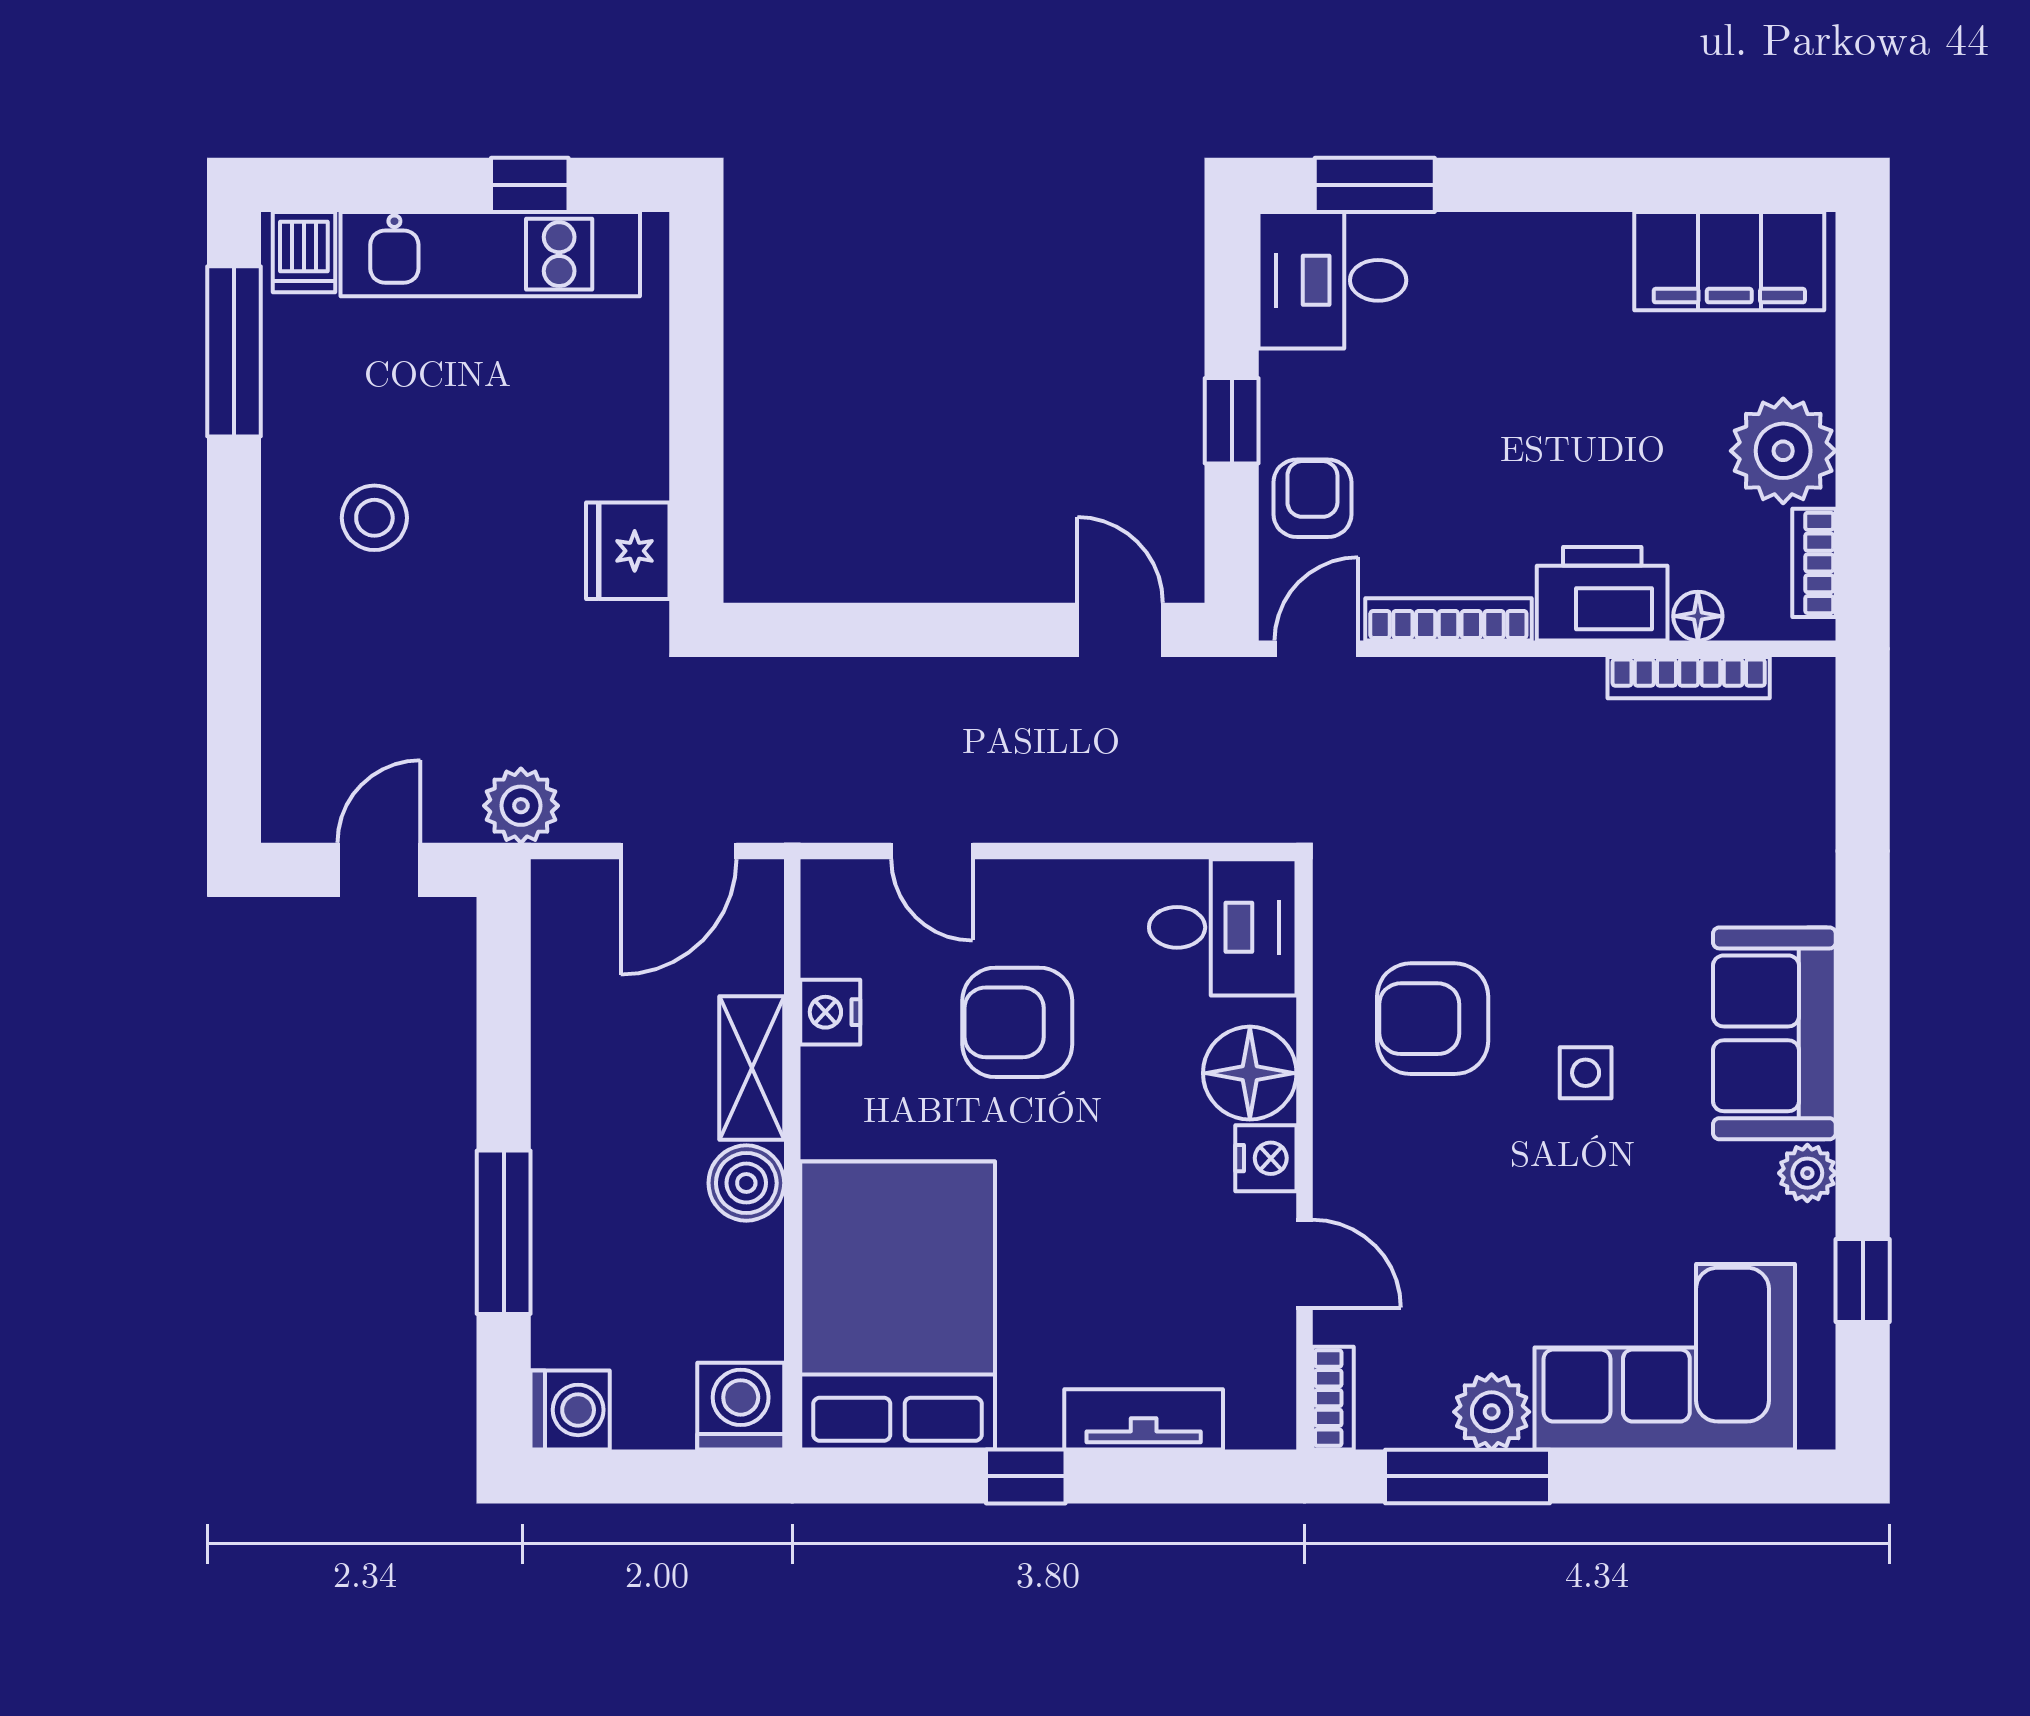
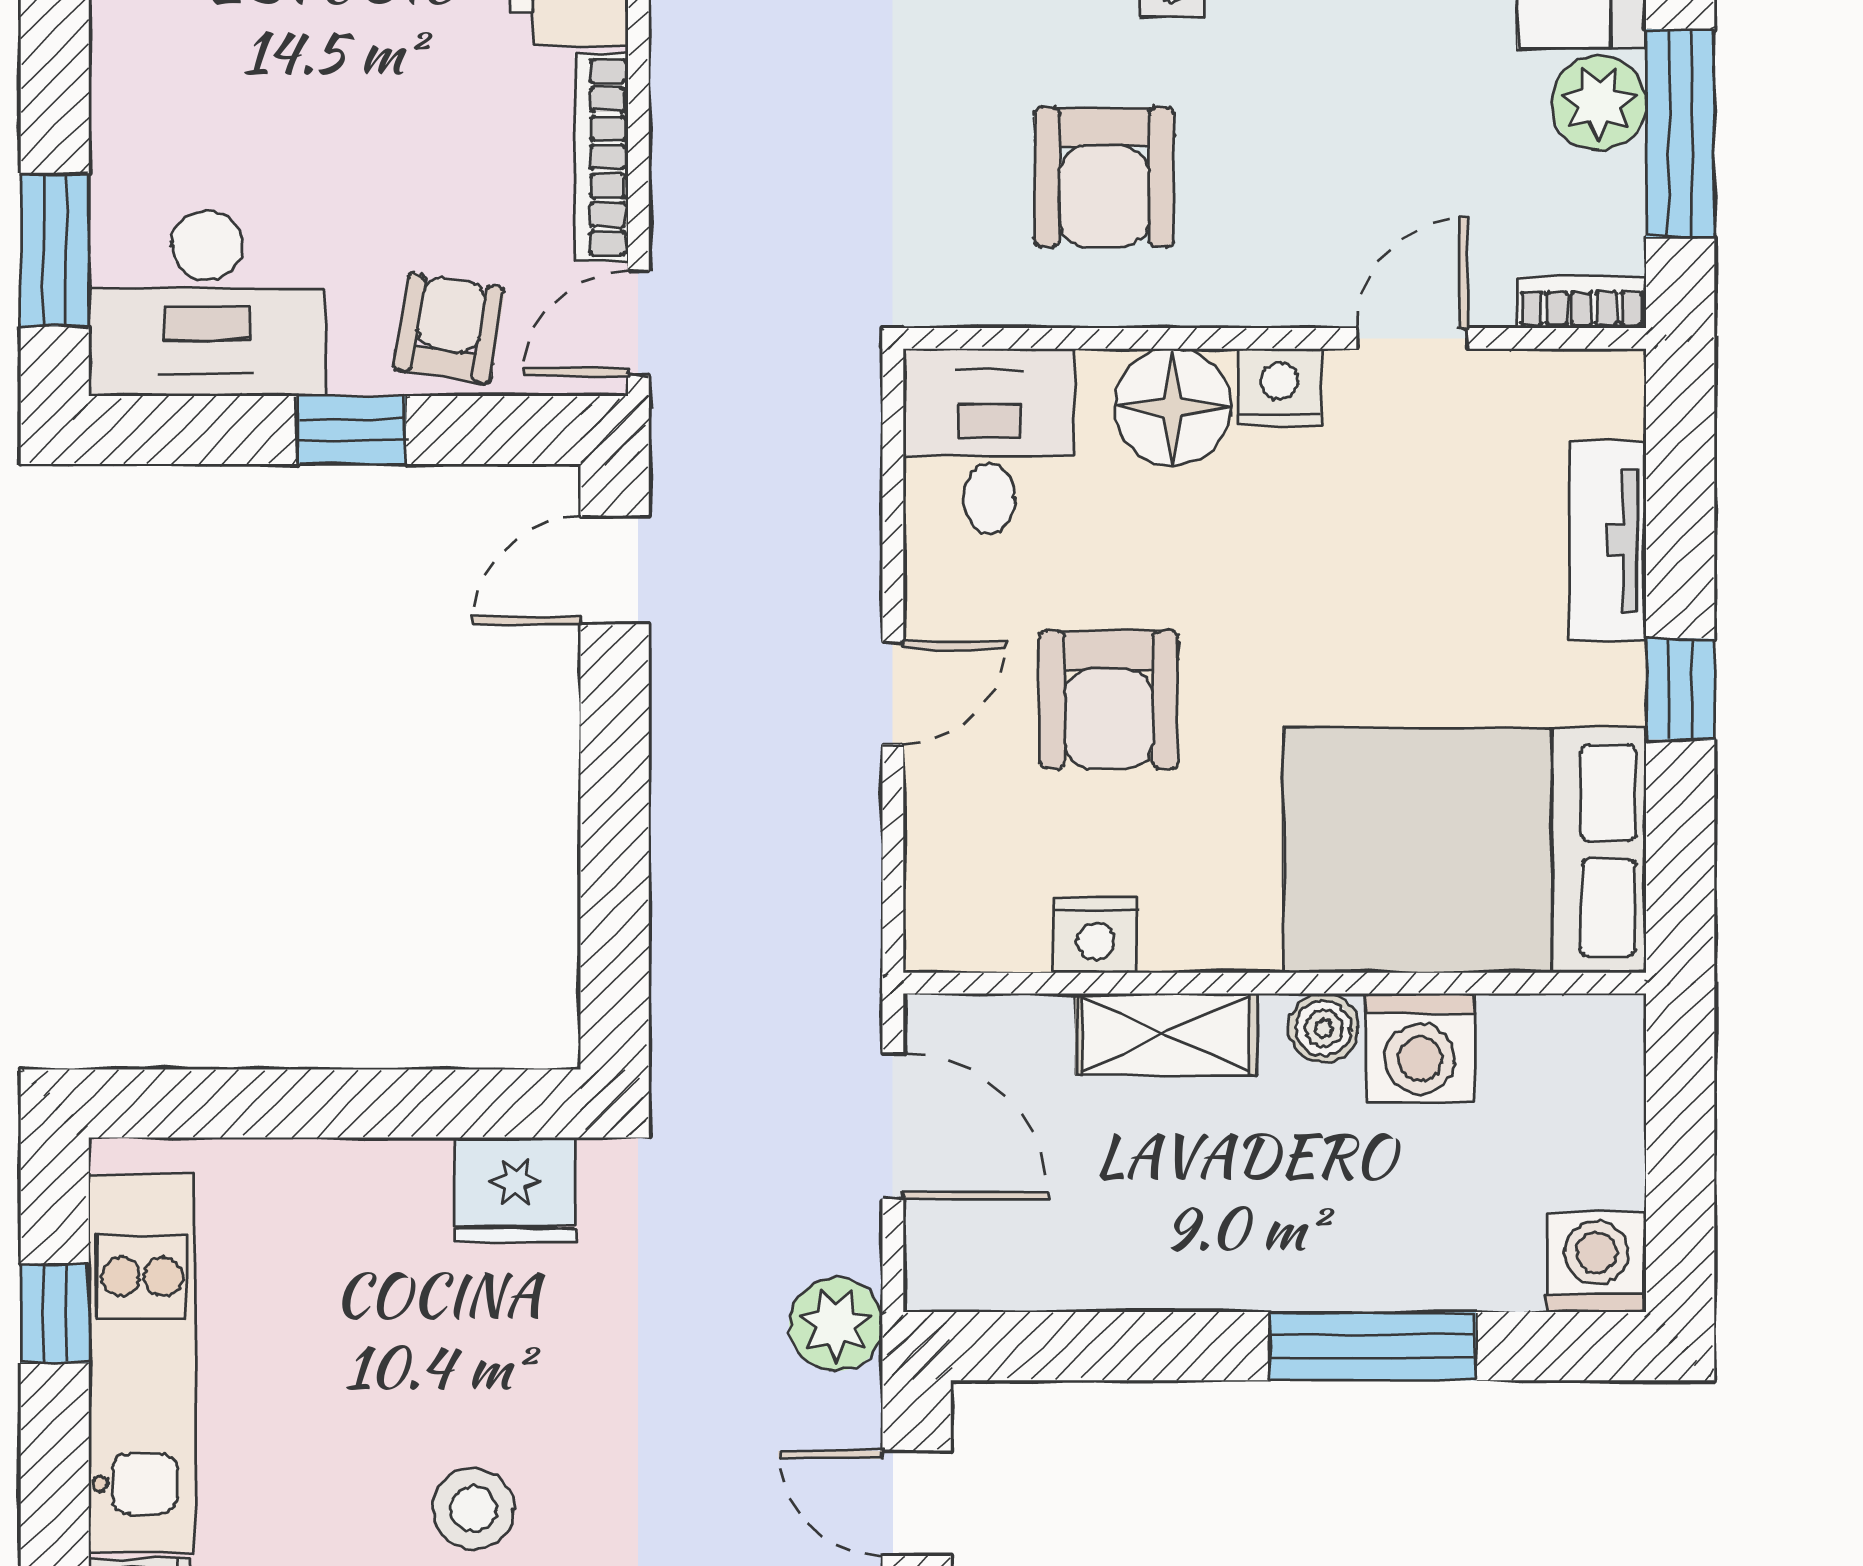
desk: (1332, 280) -> (207, 303), width x1.37
armchair: (1312, 498) -> (449, 328), turned 99
door: (1316, 649) -> (638, 323), hinge flipped
door: (932, 851) -> (893, 693), moved
boiler: (746, 1183) -> (1323, 1028), width x0.73, depth x0.73
washing machine: (741, 1406) -> (1420, 1048), moved, turned -90

